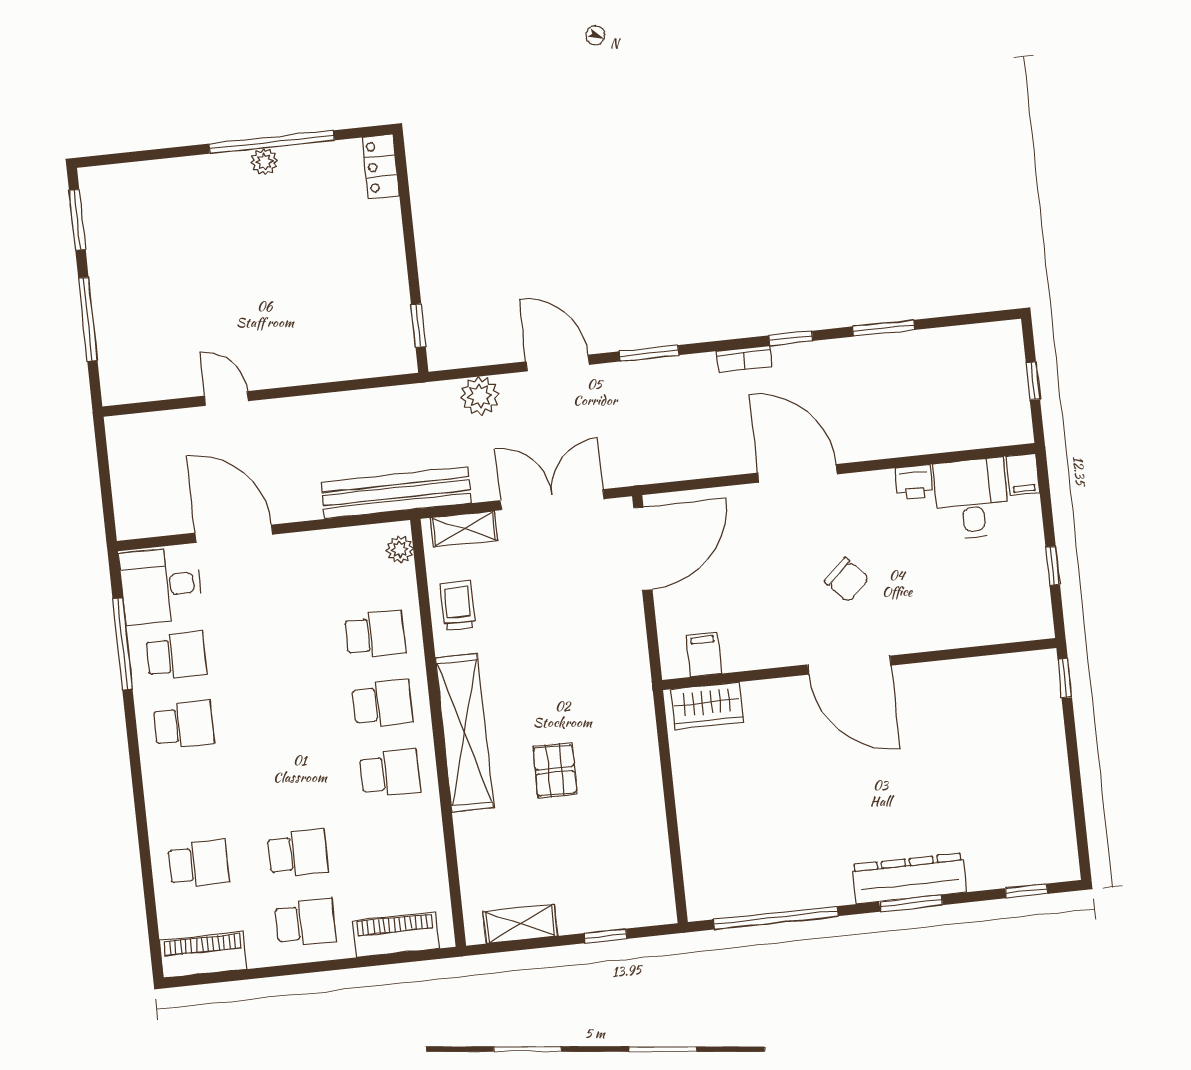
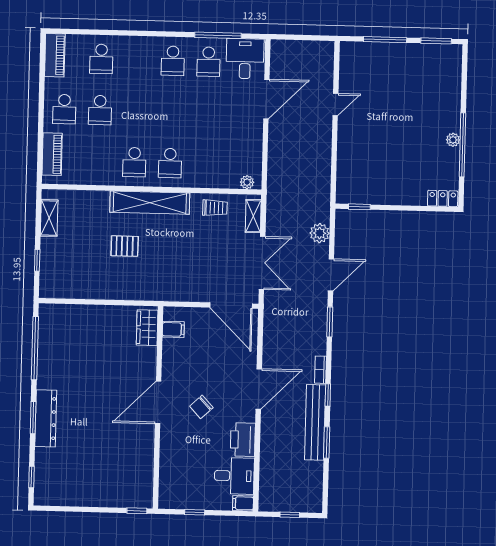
printer: (914, 482) -> (243, 440), width x1.87, depth x1.48
bench: (396, 493) -> (315, 422), moved
school desk: (375, 634) -> (206, 164), removed

